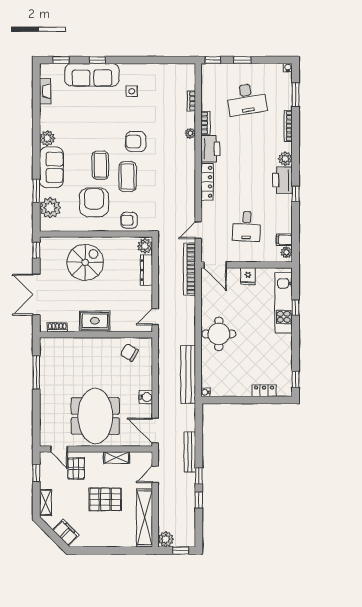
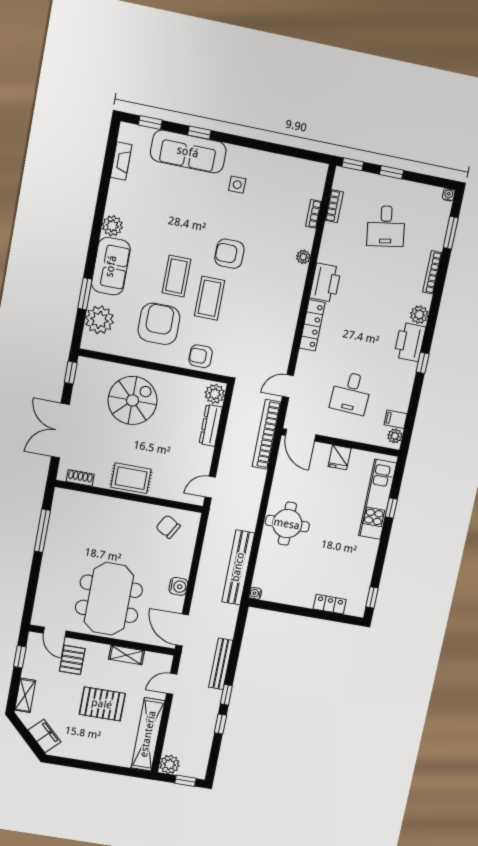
desk: (247, 99) -> (386, 226), width x0.73
bookcase: (205, 123) -> (334, 206), moved

